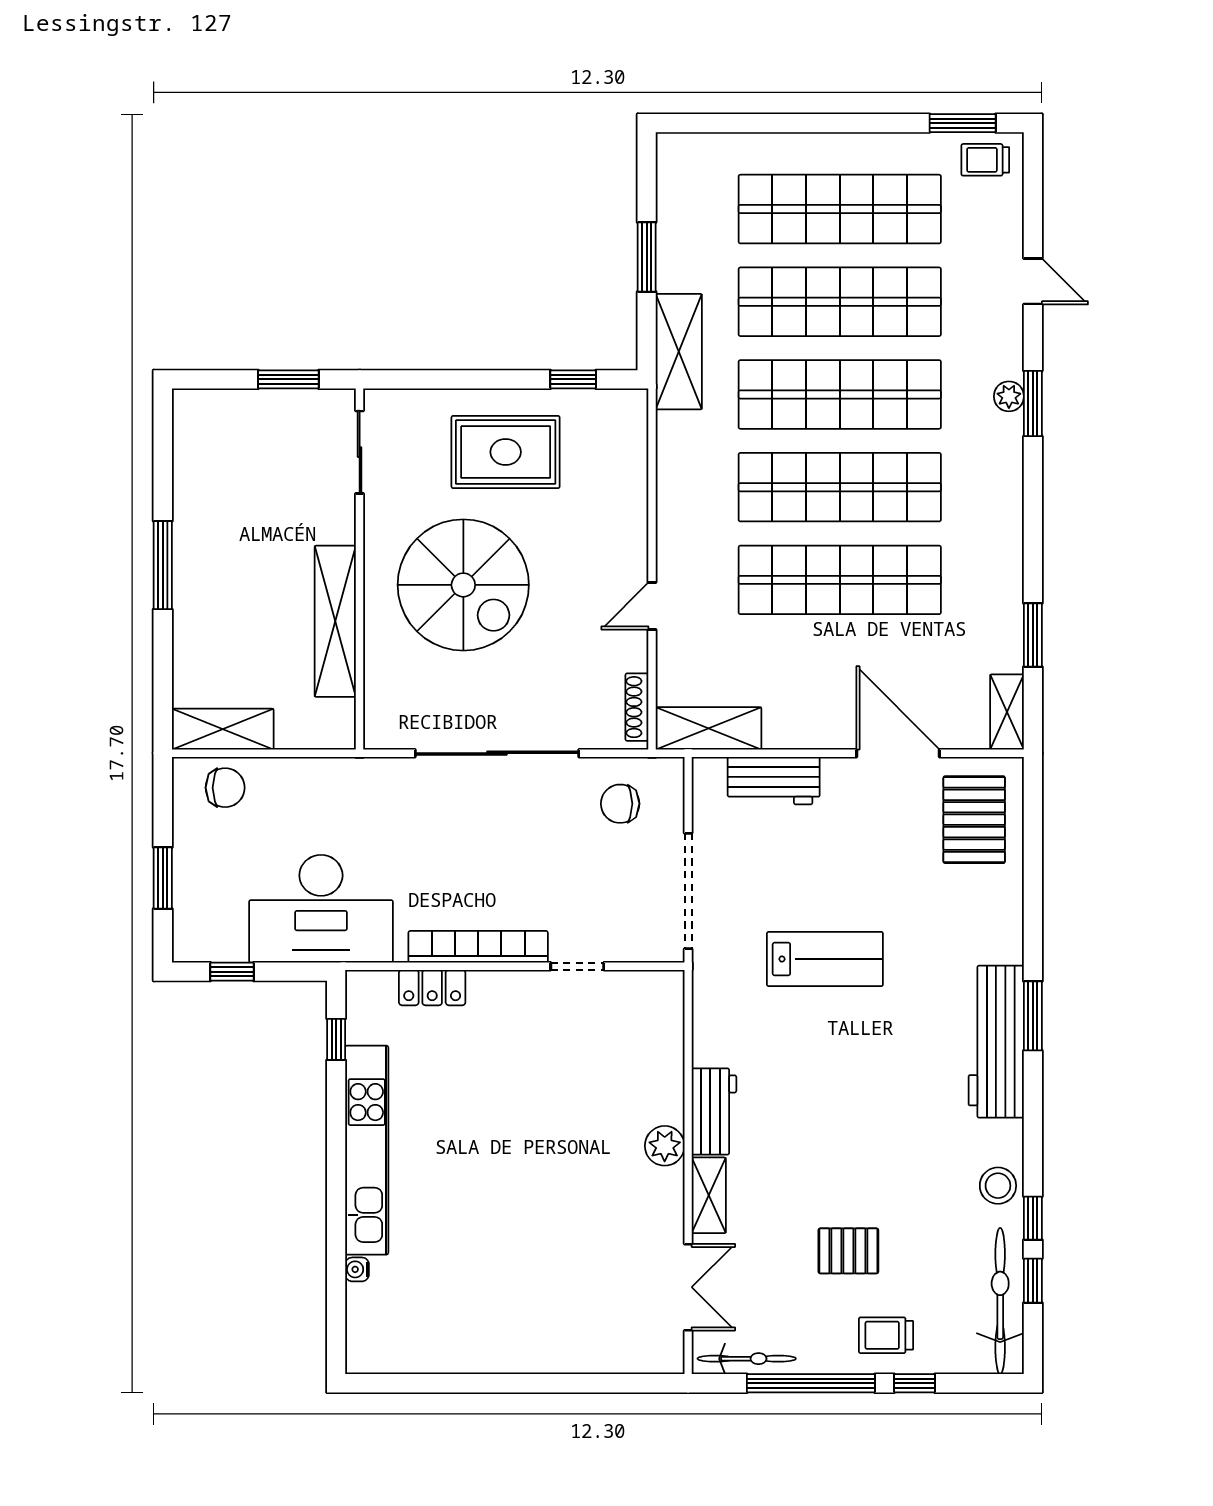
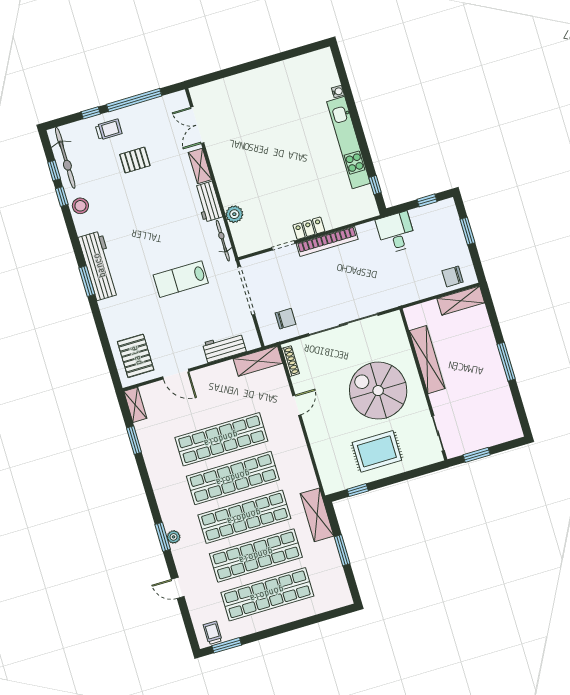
trolley: (985, 160) -> (213, 633), turned -90
door: (898, 753) -> (176, 374), width x0.73
desk: (321, 909) -> (396, 233), width x0.53, depth x0.77
locker: (432, 988) -> (309, 228), moved
plant: (665, 1146) -> (234, 214), moved
bicycle: (747, 1359) -> (223, 241), moved, turned 90

